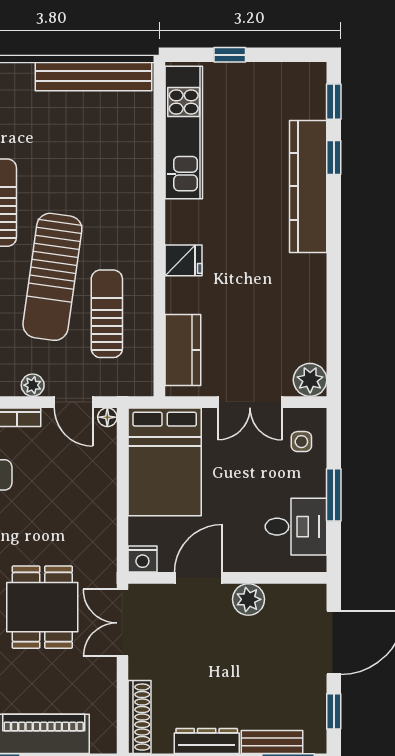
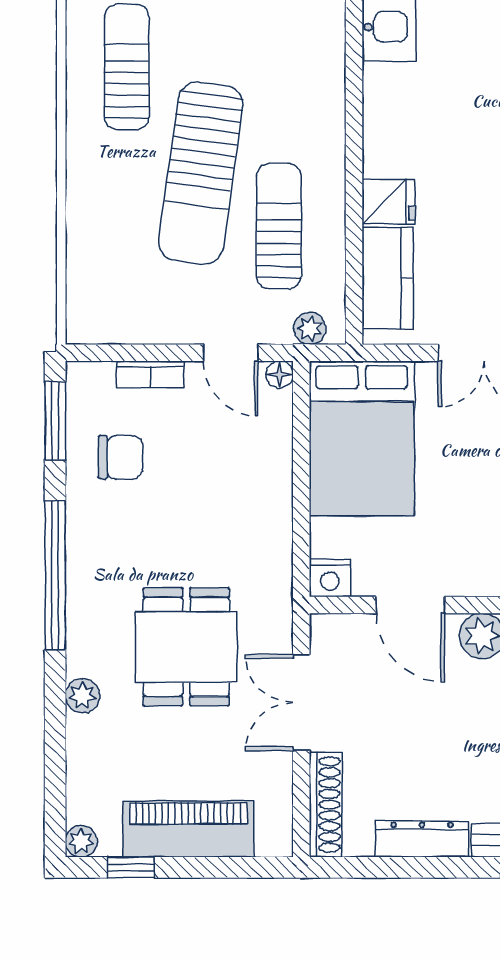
fridge: (183, 260) -> (389, 201), moved
plant: (33, 385) -> (310, 329), moved
door: (199, 578) -> (410, 605), swing flipped
double door: (122, 623) -> (301, 703), moved

